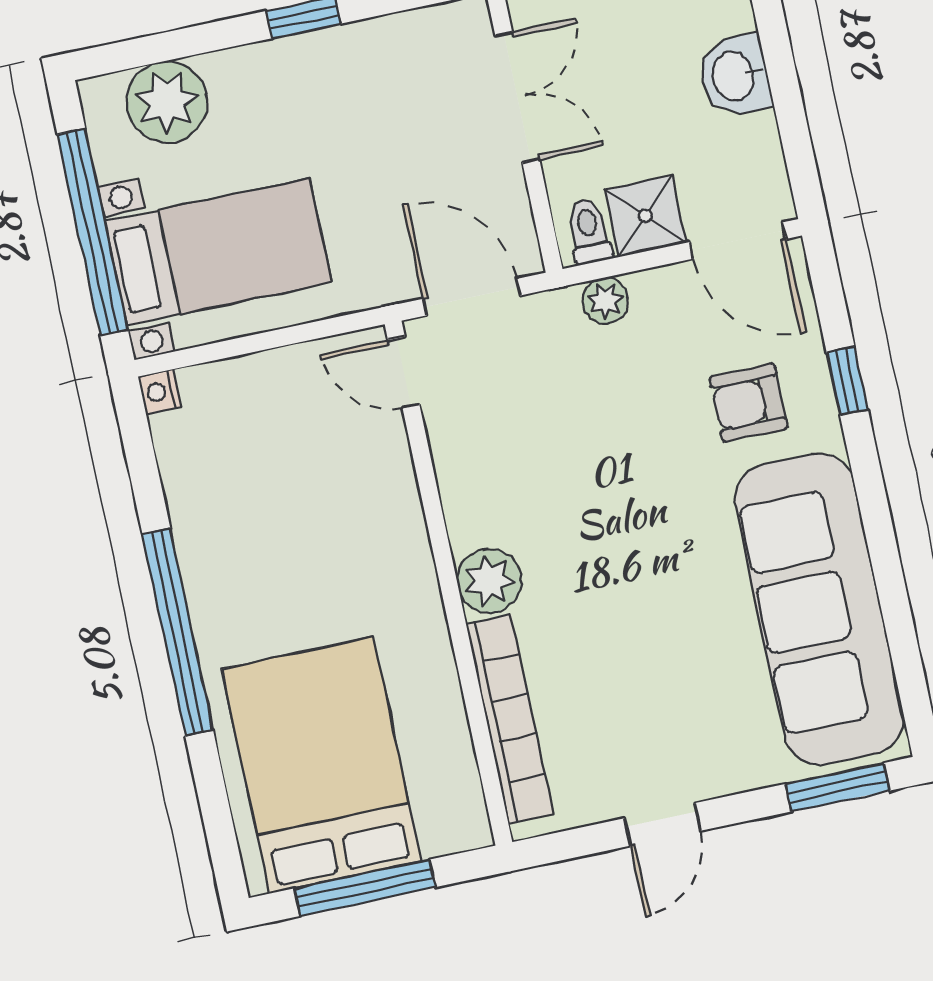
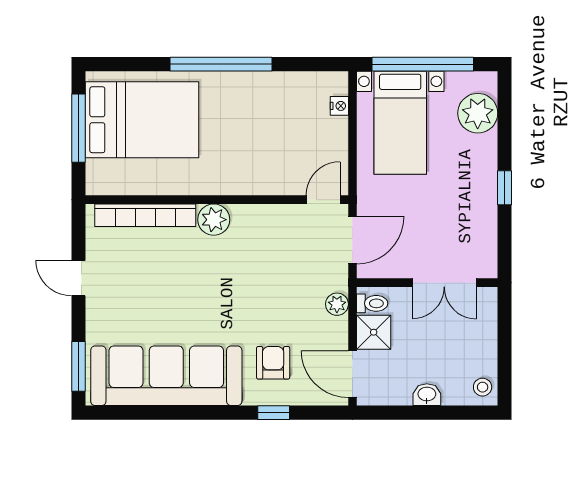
washbasin: (735, 76) -> (427, 395), width x0.72, depth x0.69
door: (738, 241) -> (352, 374), hinge flipped
nightstand: (159, 392) -> (339, 106), moved, turned 90

